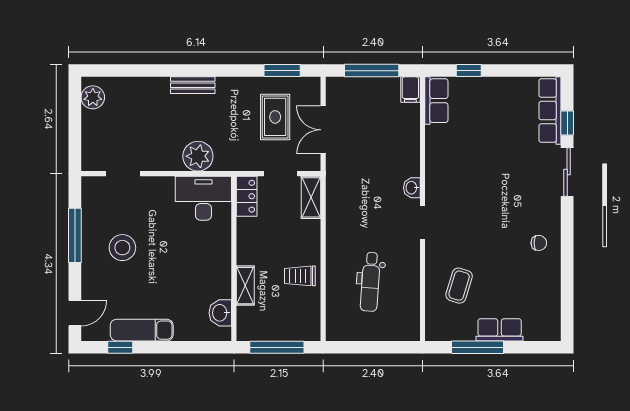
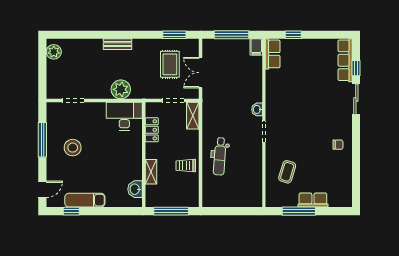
locker: (247, 196) -> (152, 130), moved
dental chair: (370, 282) -> (220, 156), moved

